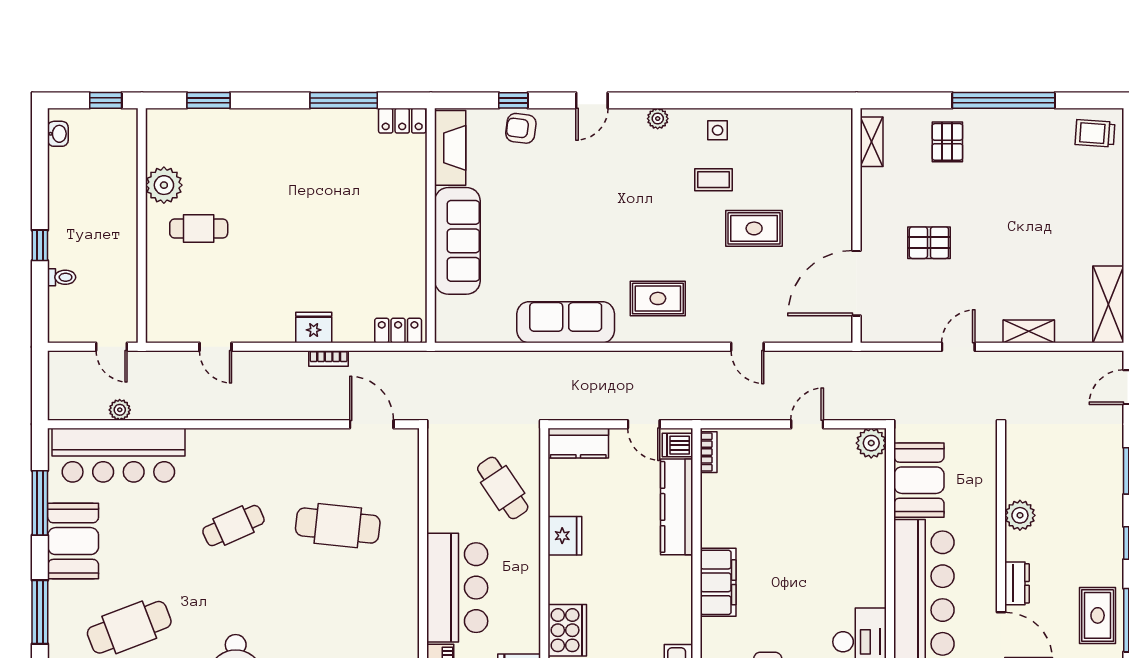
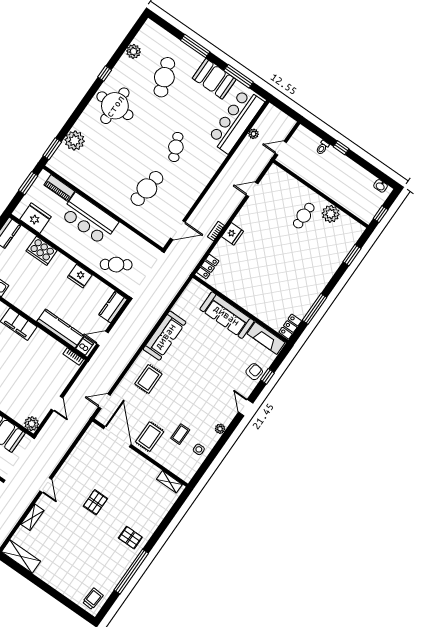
shelving: (872, 142) -> (169, 482), moved
wall: (857, 226) -> (140, 453), moved
door: (857, 283) -> (117, 437), moved

